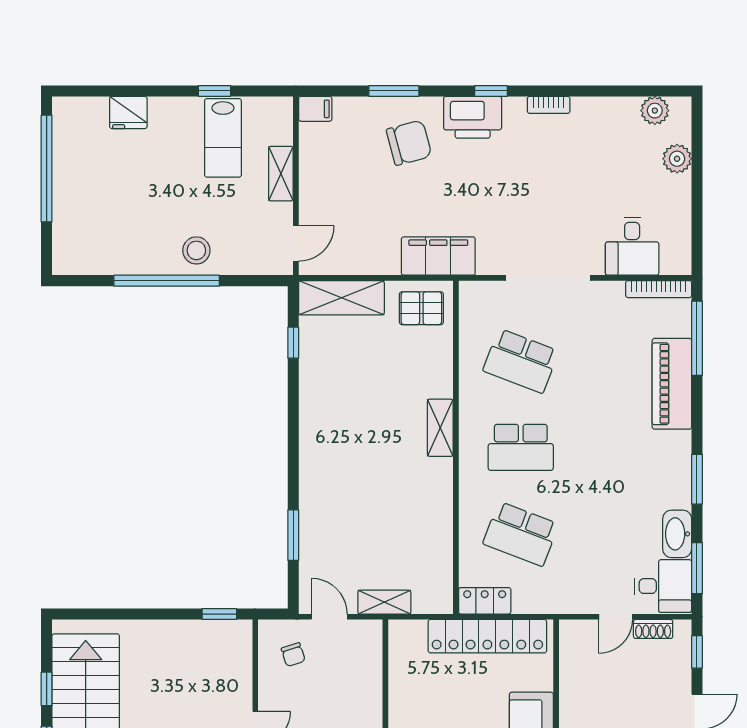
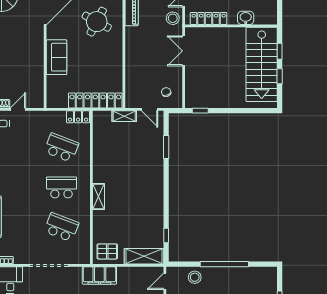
stool: (196, 250) -> (195, 277), moved
locker: (487, 636) -> (95, 101), moved

